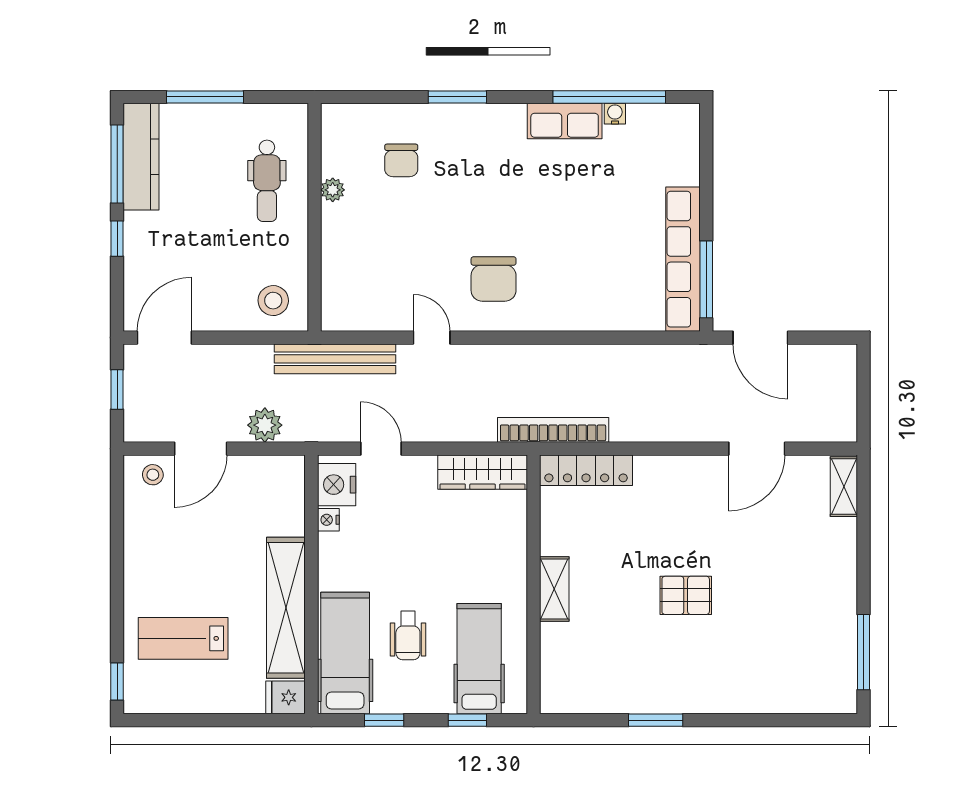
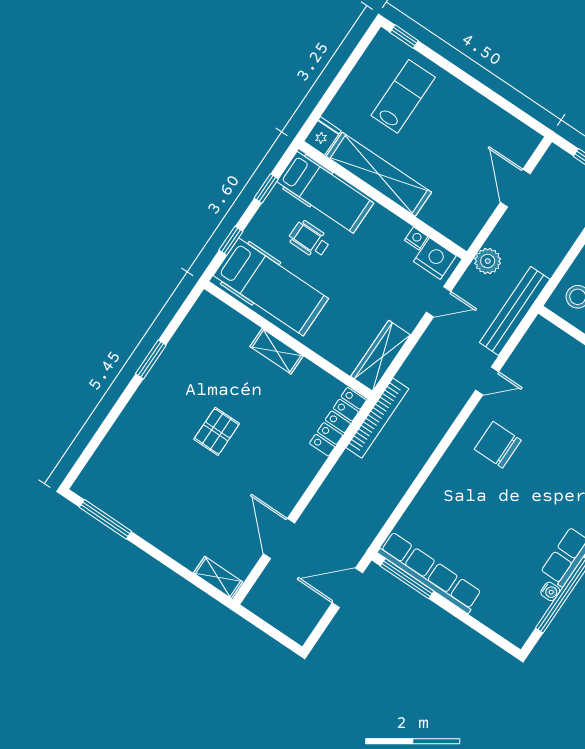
plant: (265, 425) -> (488, 261), moved
stool: (153, 475) -> (519, 147), removed
hospital bed: (479, 659) -> (271, 287), width x1.37, depth x1.29

